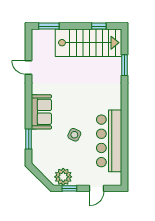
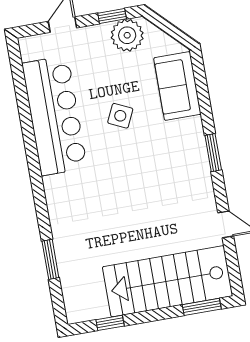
stairs: (89, 43) -> (168, 281), moved
sofa: (41, 112) -> (177, 86), moved
window: (29, 139) -> (213, 153), moved

